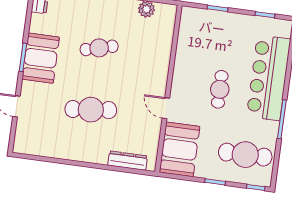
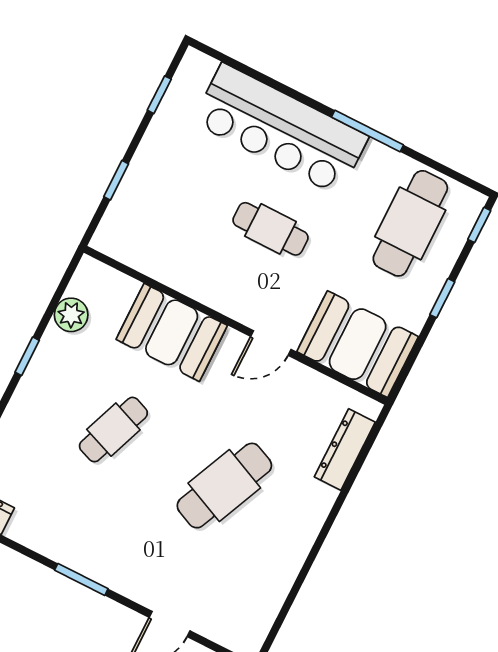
cafe table: (99, 48) -> (113, 430), turned 36
booth: (41, 58) -> (172, 332), moved
cafe table: (91, 110) -> (224, 486), turned 30

